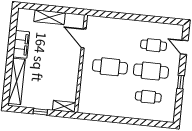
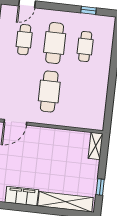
window: (181, 82) -> (88, 10), moved
window: (40, 112) -> (100, 187), moved

